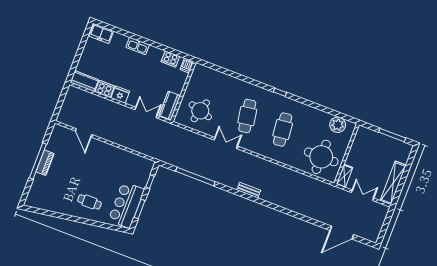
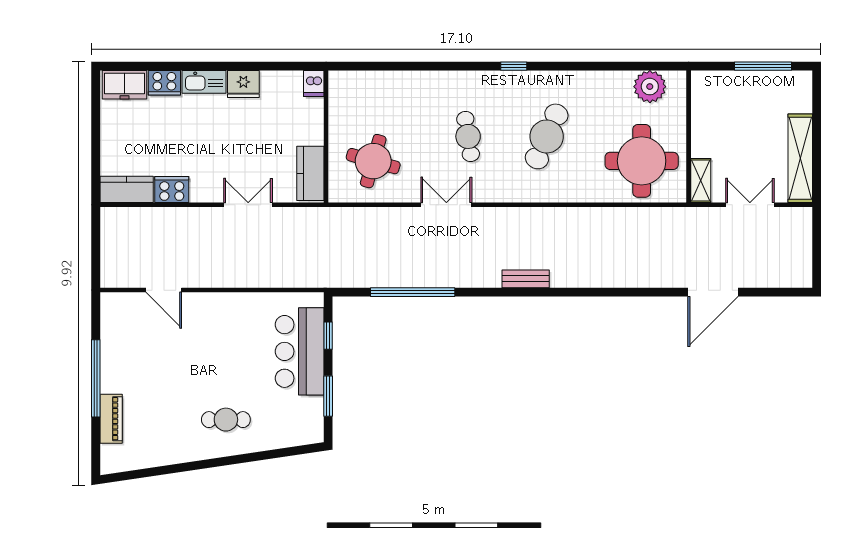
cooker: (170, 59) -> (164, 83), moved
fridge: (120, 95) -> (243, 84), moved, turned 180
double door: (146, 113) -> (248, 205), moved
cafe table: (247, 116) -> (468, 136), width x0.73, depth x0.74
cafe table: (283, 130) -> (547, 136), turned 30
piano: (45, 163) -> (111, 419), moved
bar counter: (126, 205) -> (300, 351), moved
door: (342, 233) -> (713, 292), moved

